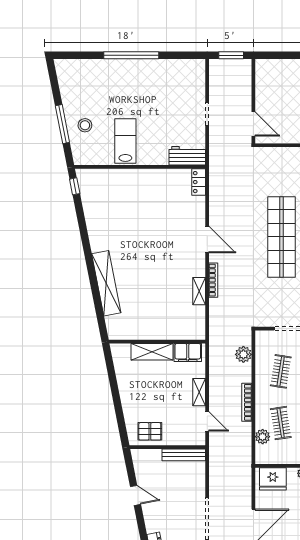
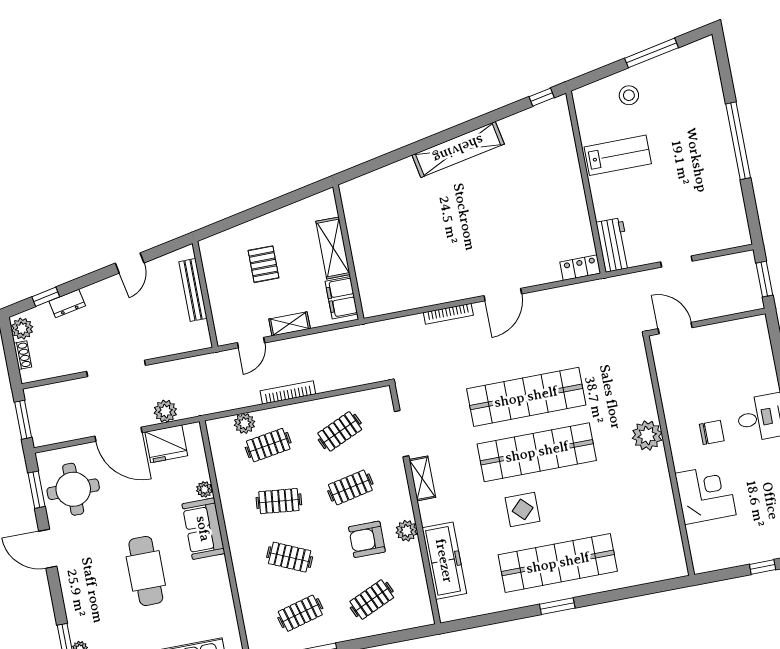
window: (62, 124) -> (652, 53), moved
door: (253, 124) -> (675, 328), swing flipped
shelving: (106, 283) -> (458, 149), moved
shelving: (199, 291) -> (429, 297), removed
plant: (243, 354) -> (165, 411), moved
clothes rail: (281, 371) -> (340, 431), turned -33
pallet: (150, 431) -> (263, 264), moved
bench: (184, 455) -> (193, 290), moved
fridge: (273, 479) -> (166, 444), moved, turned -90

